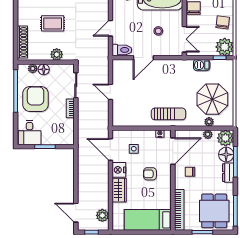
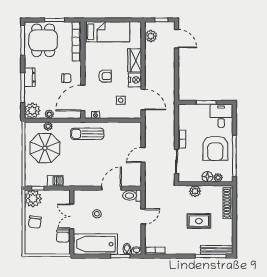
double door: (184, 39) -> (72, 216), moved
door: (110, 92) -> (143, 155), swing flipped
floor lamp: (226, 155) -> (32, 95), removed

